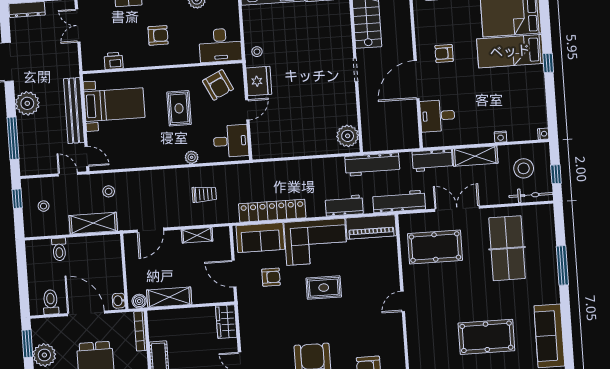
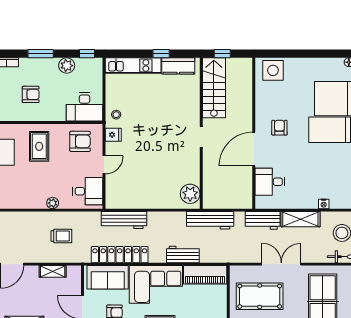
armchair: (444, 53) -> (279, 128), turned 90
fridge: (259, 81) -> (113, 135), width x0.53, depth x0.75
armchair: (218, 85) -> (80, 141), turned -64
rug: (179, 108) -> (39, 146), moved
workbench: (399, 201) -> (124, 220), moved, turned 180

